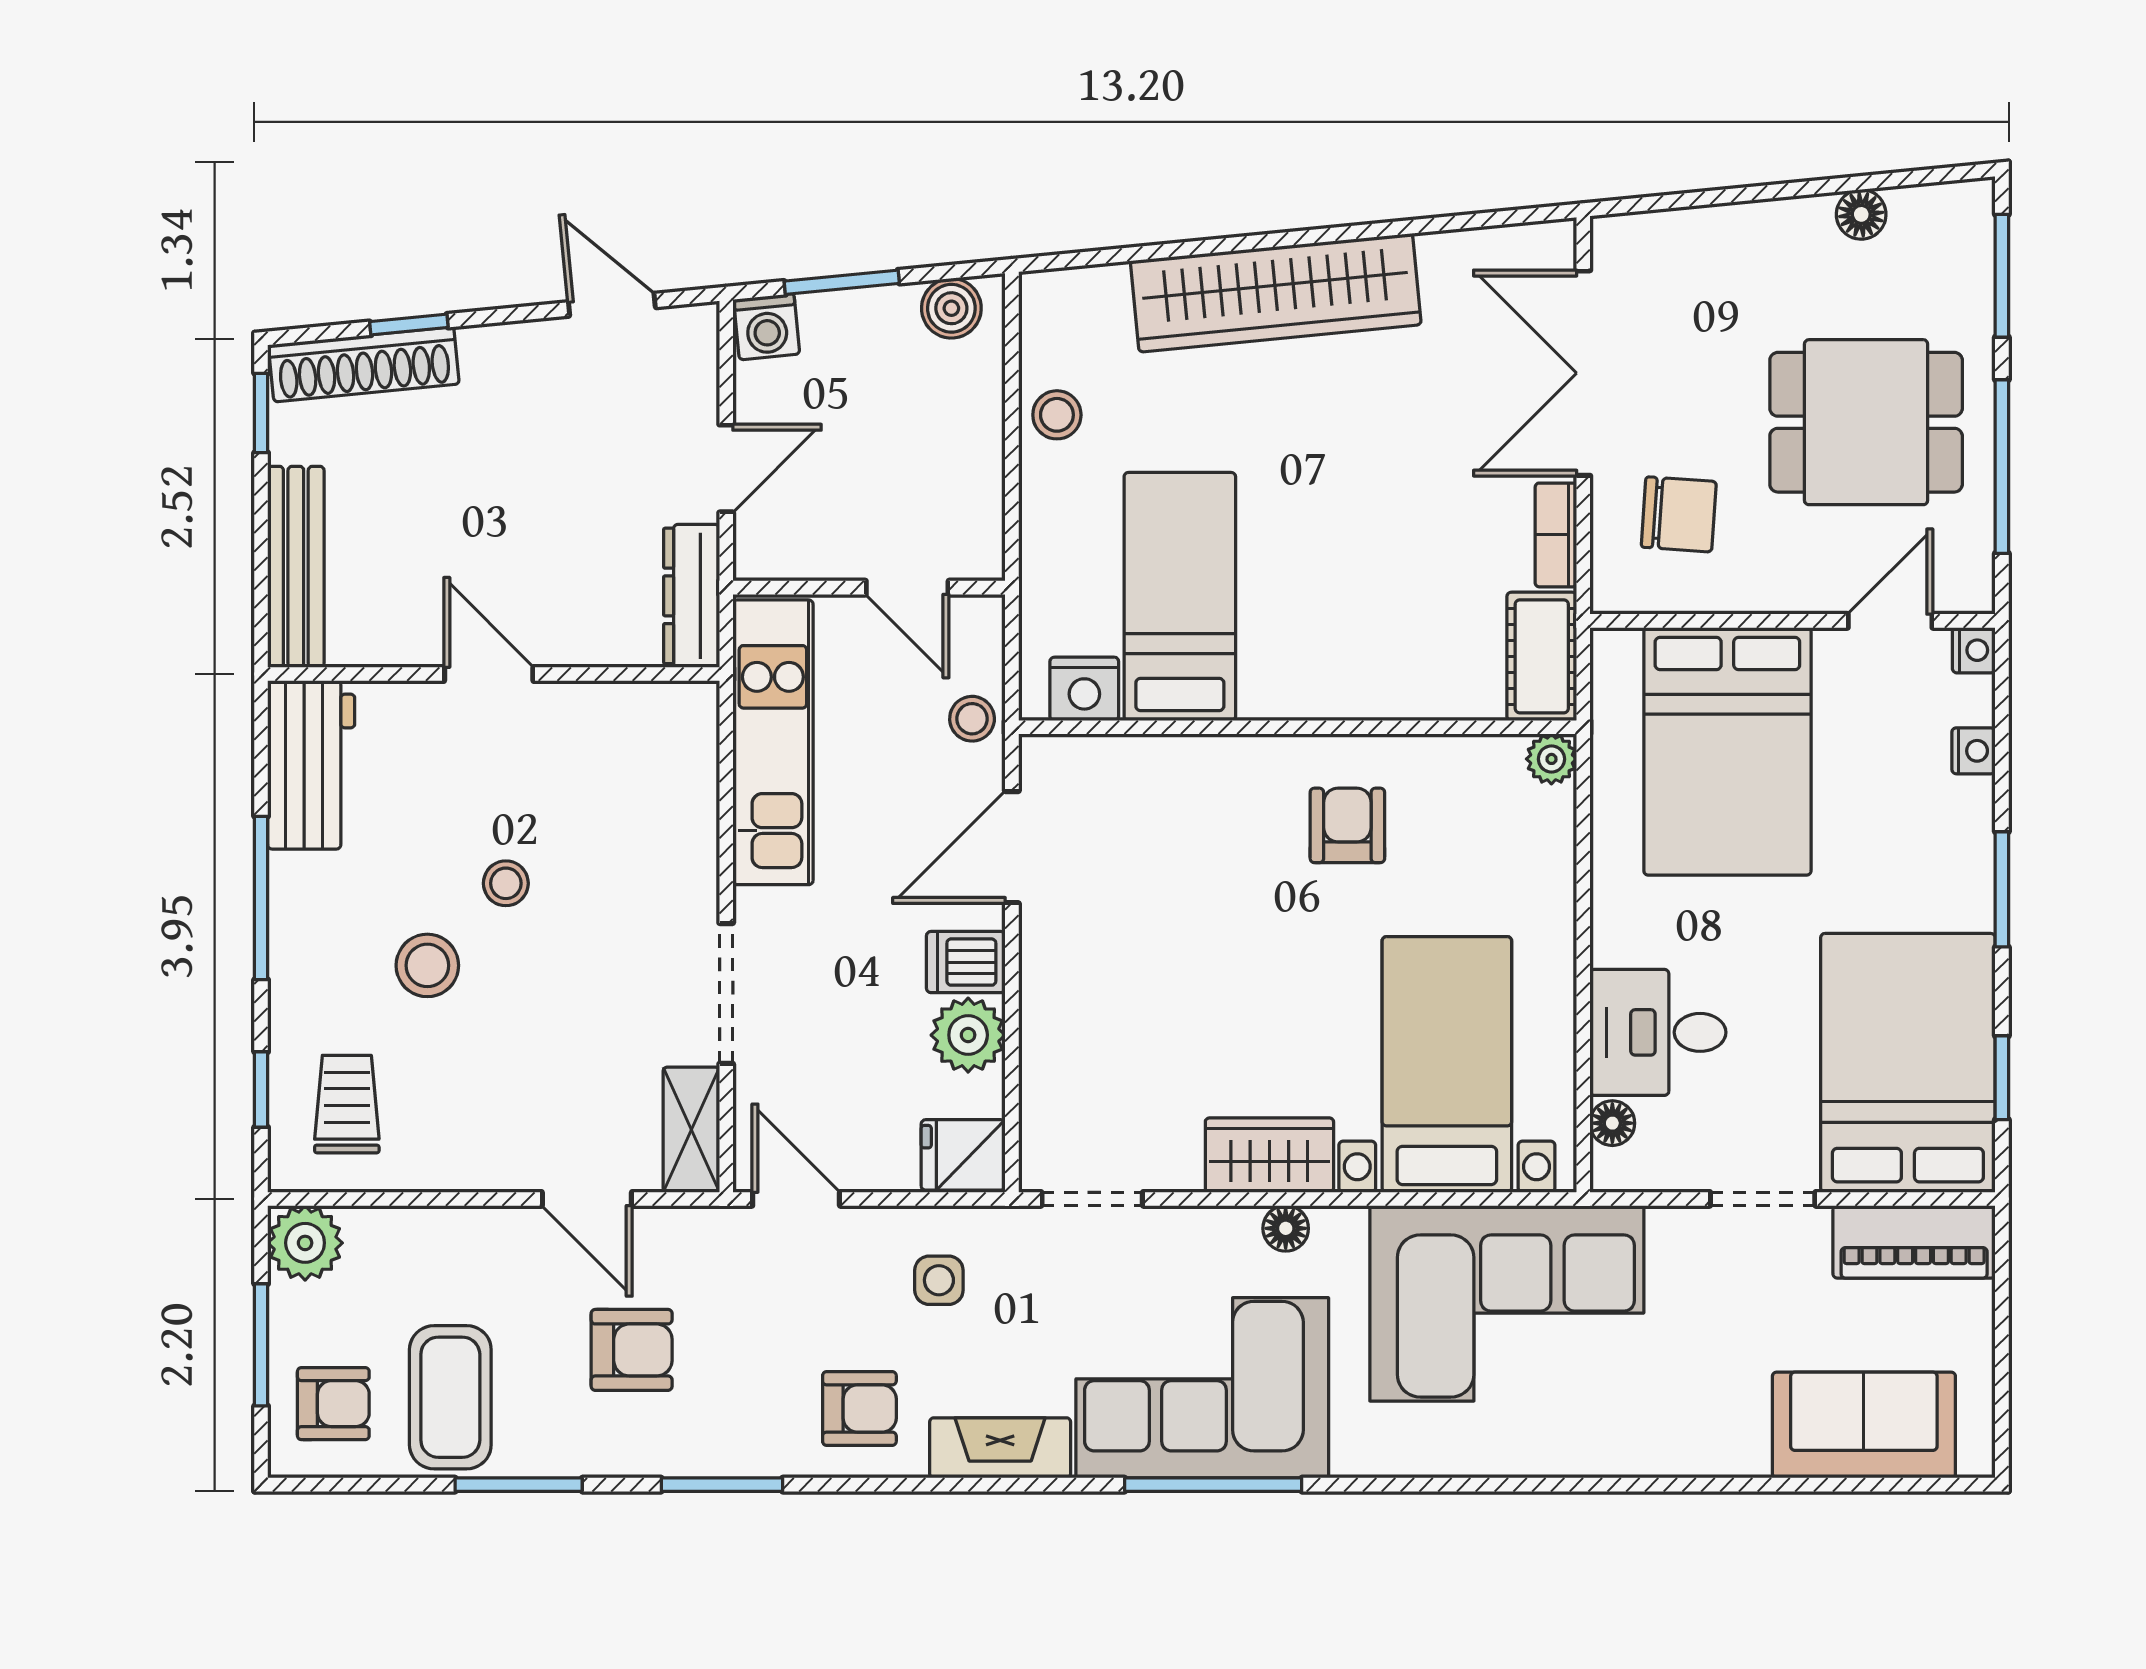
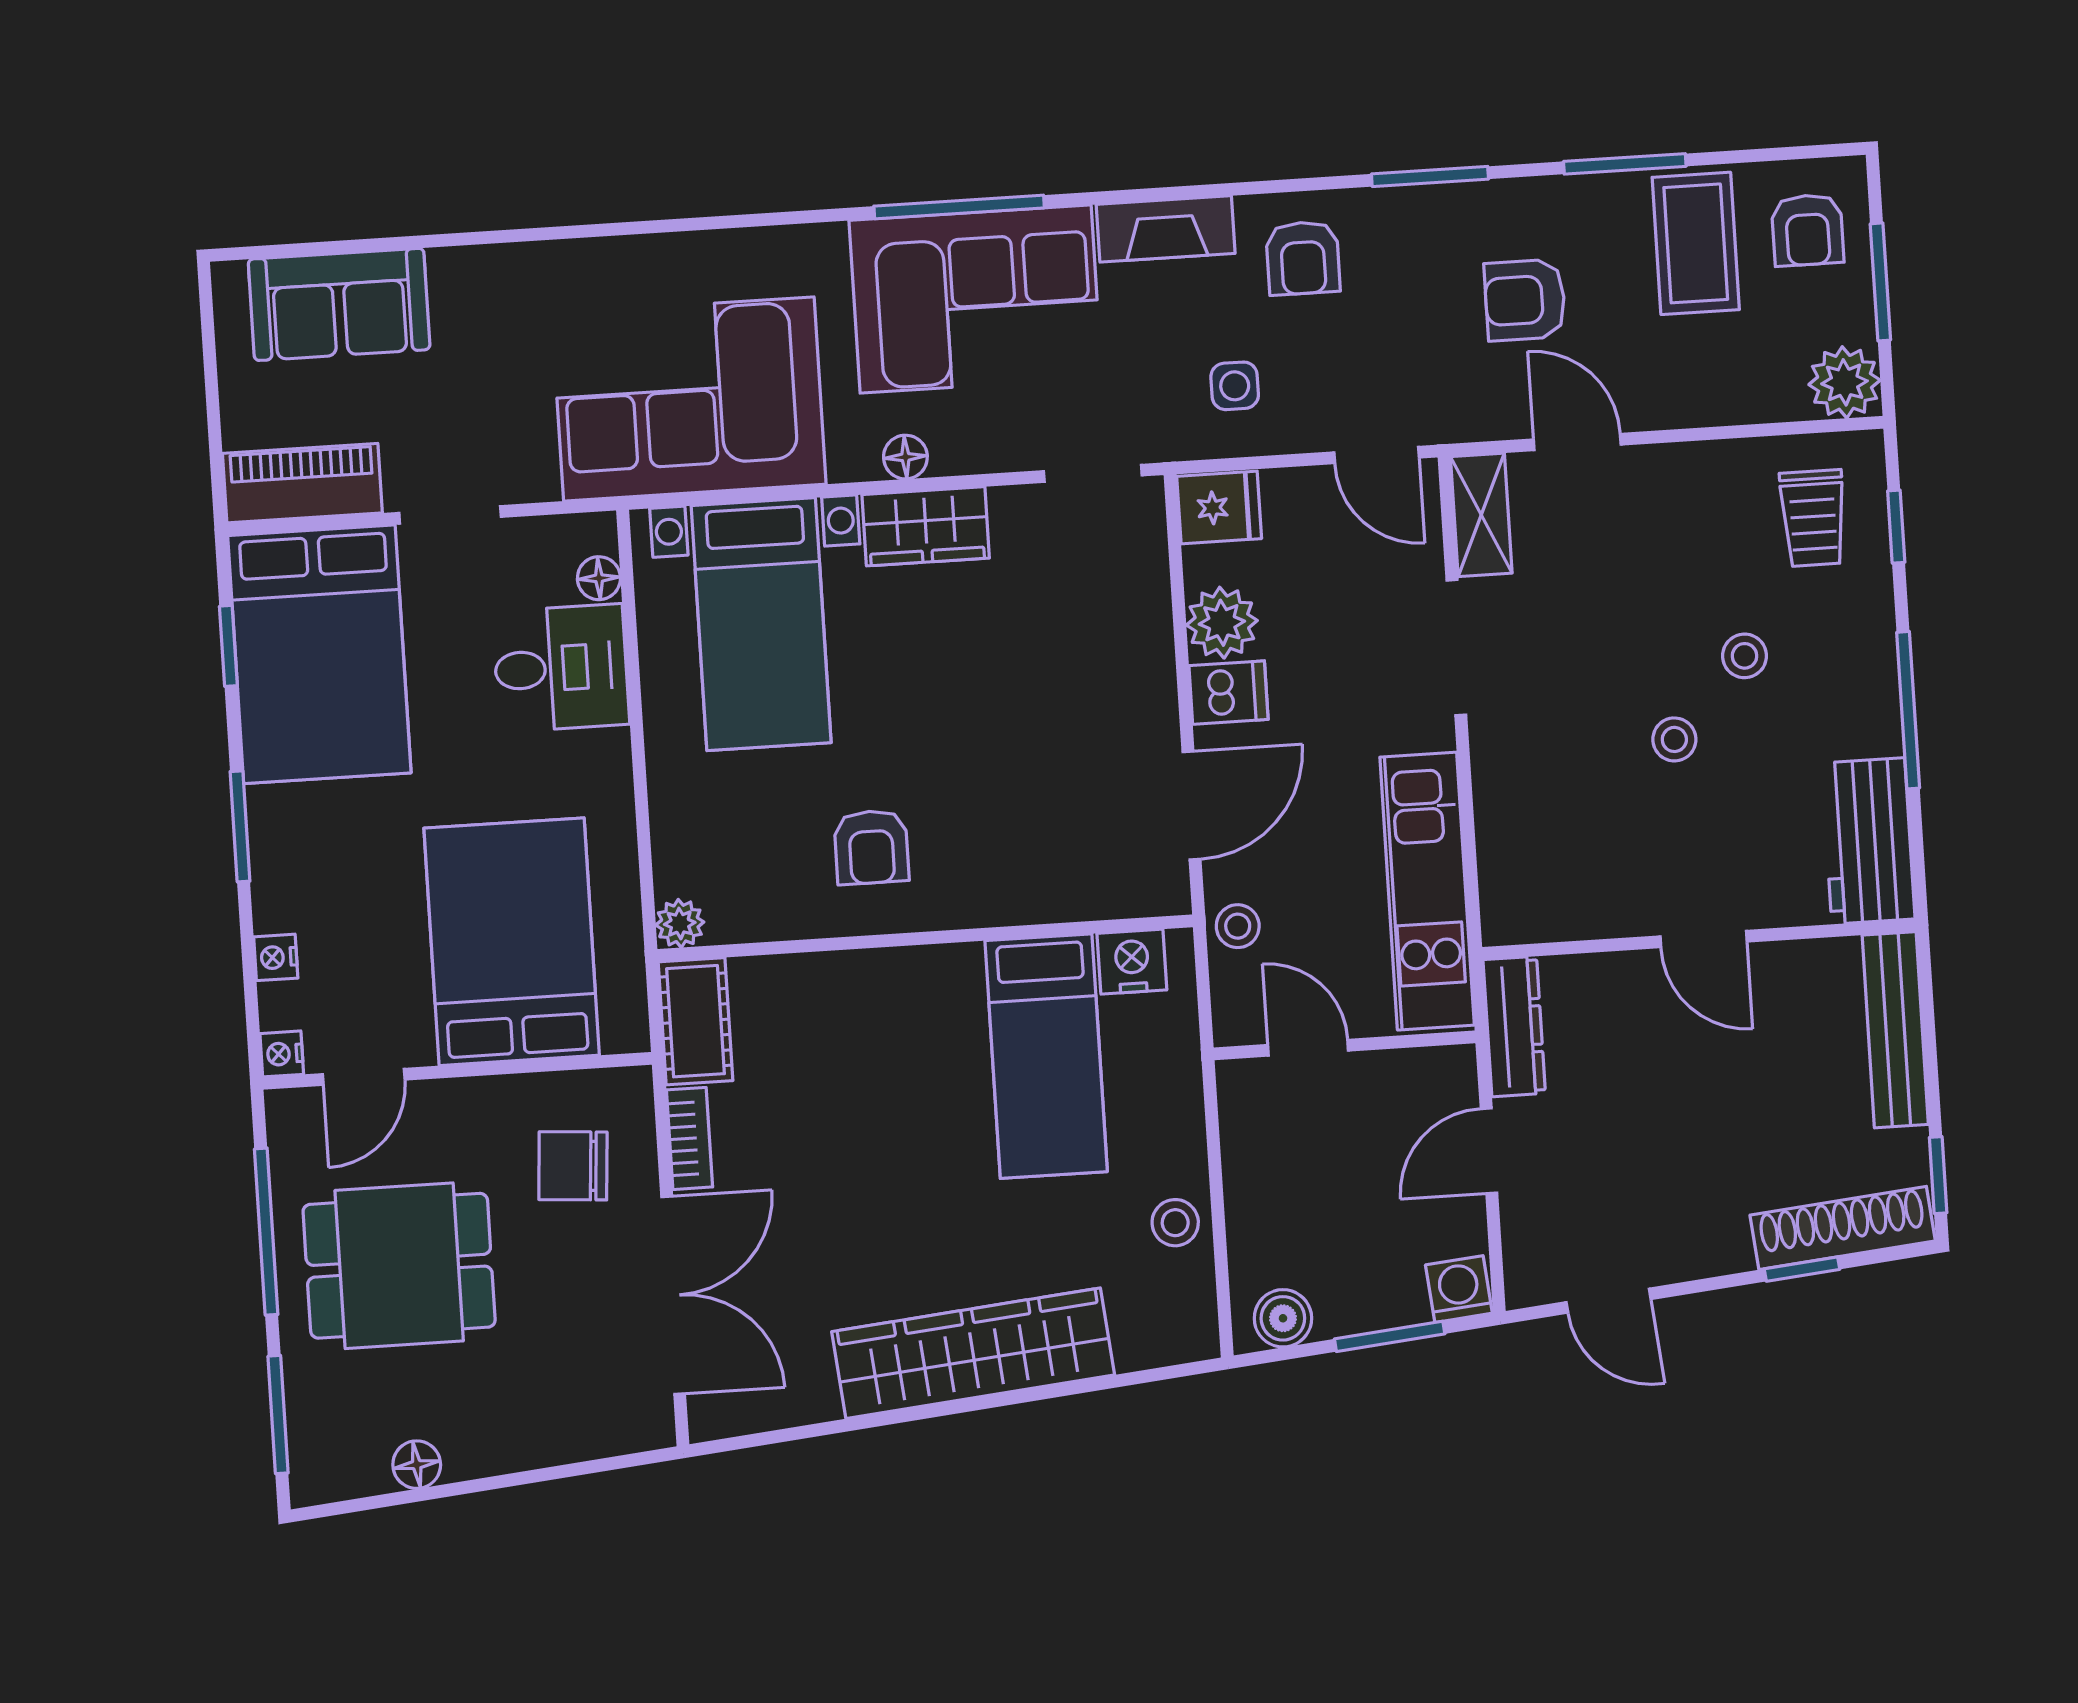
stool: (427, 965) -> (1745, 656), width x0.73, depth x0.73
armchair: (333, 1404) -> (1808, 230), turned -90
armchair: (859, 1408) -> (1303, 258), turned -90

